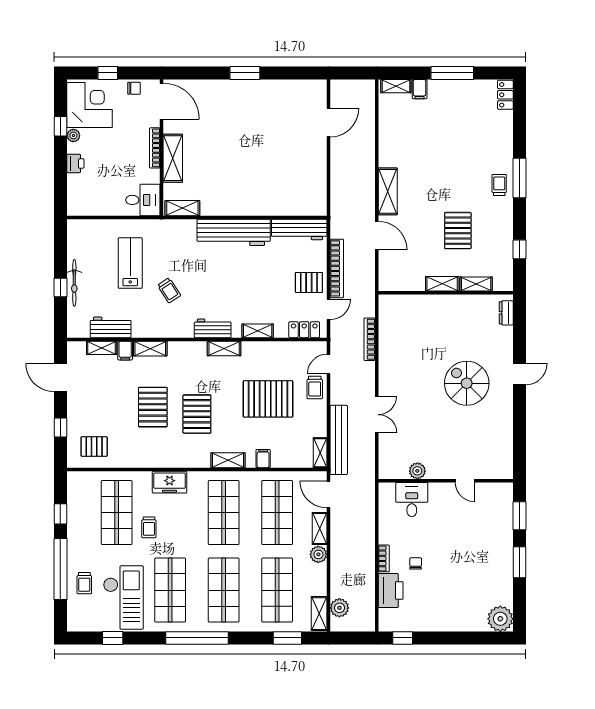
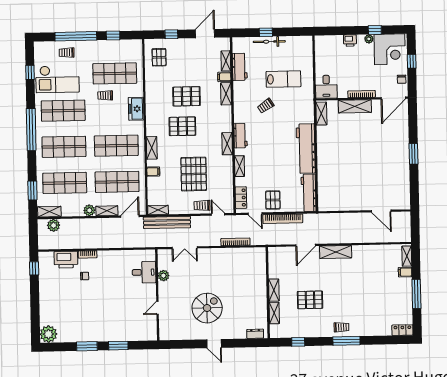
plant: (417, 471) -> (163, 276), moved
wall: (446, 481) -> (157, 295), moved
door: (465, 481) -> (157, 308), moved
desk: (412, 500) -> (144, 272), moved

